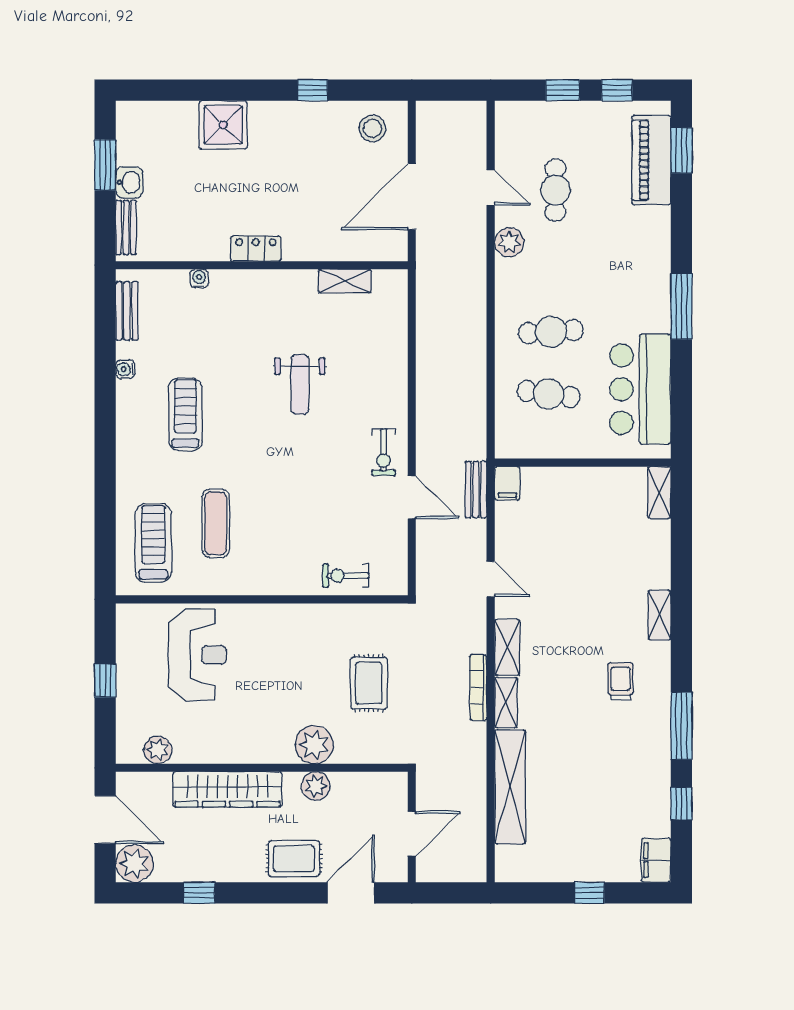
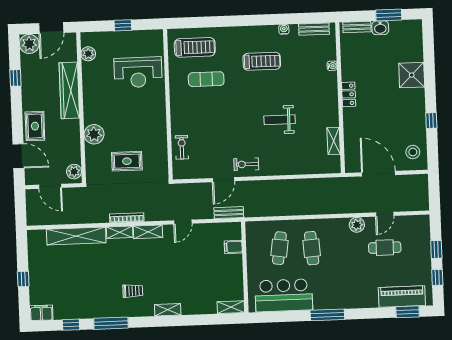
filing cabinet: (507, 483) -> (233, 247), moved
plant: (316, 786) -> (74, 172), moved

